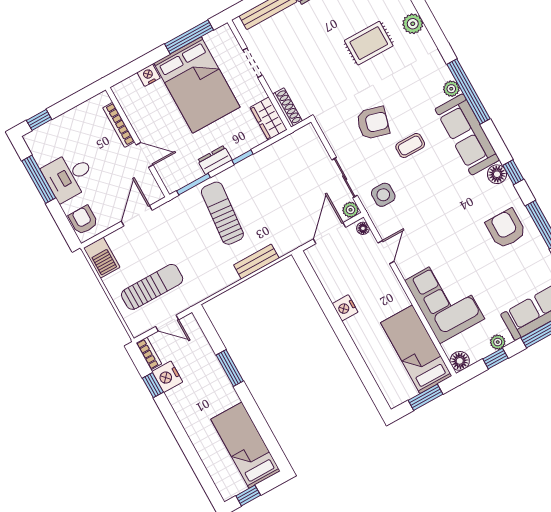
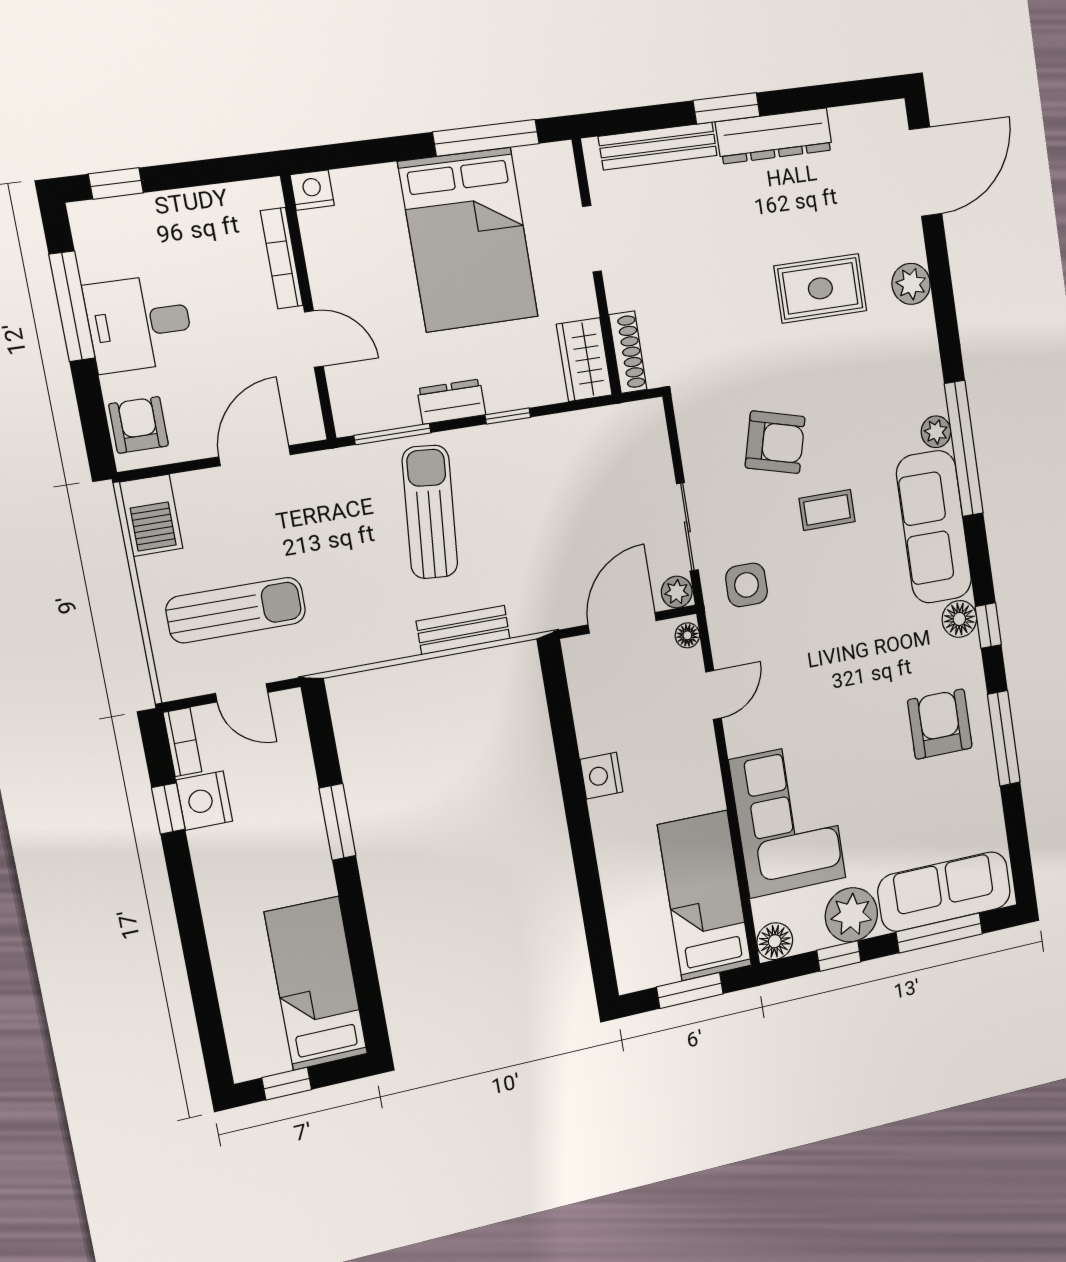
nightstand: (149, 75) -> (312, 190), moved
plant: (498, 342) -> (851, 915), width x1.87, depth x1.87

